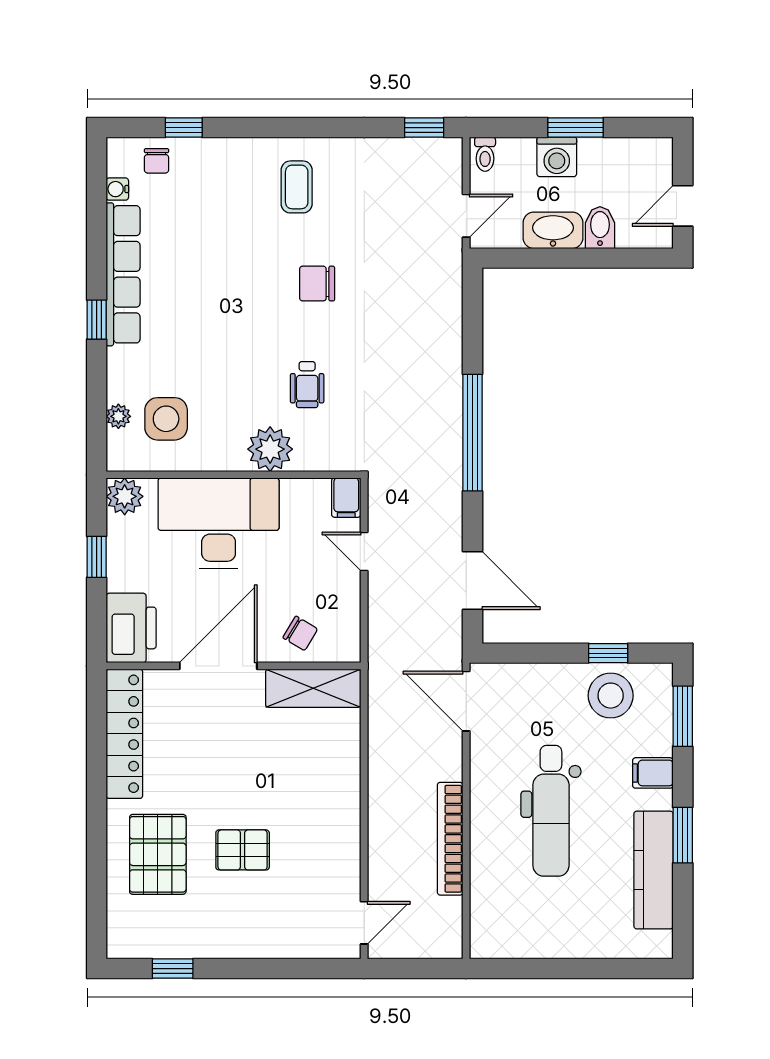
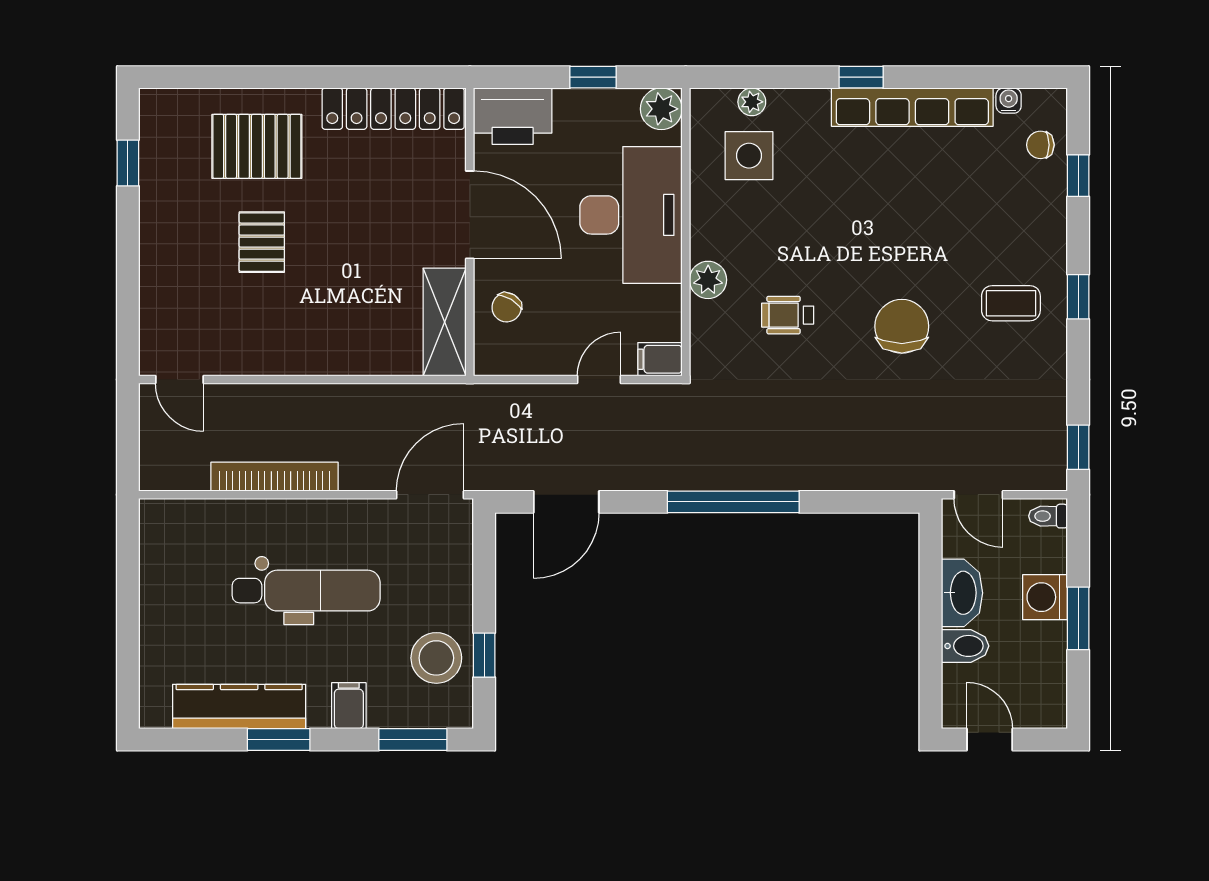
window: (291, 128) -> (1078, 297), added
chair: (317, 284) -> (902, 326), width x1.37, depth x1.37
plant: (270, 449) -> (708, 280), width x0.73, depth x0.73
dental chair: (551, 811) -> (306, 591), turned 180

